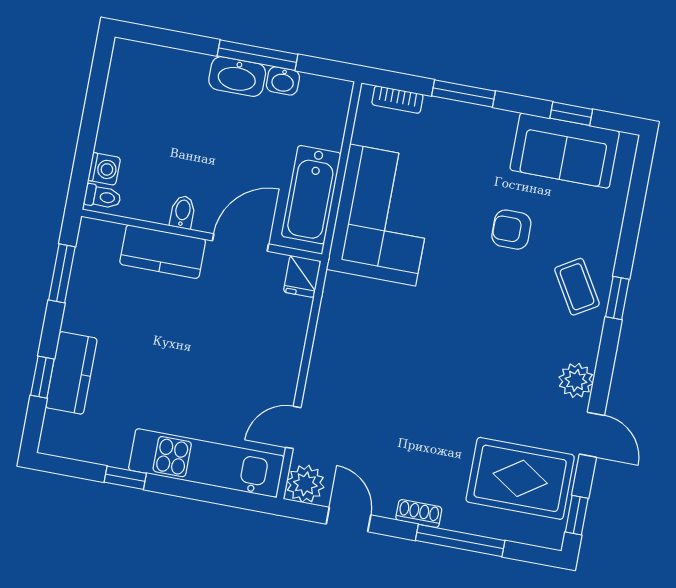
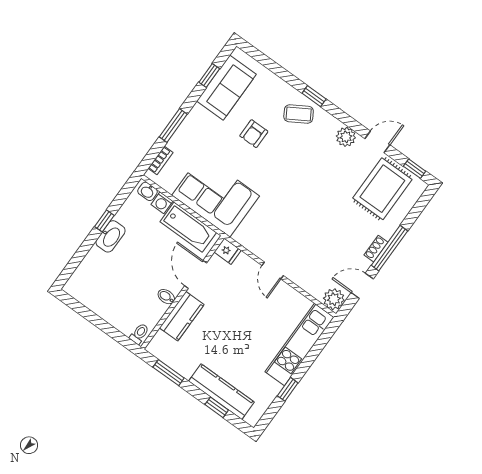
window: (258, 55) -> (104, 221), width x0.46
washbasin: (283, 81) -> (148, 191), moved, turned 90
washing machine: (104, 169) -> (162, 203), moved, turned 180
kitchen counter: (71, 373) -> (221, 392), width x1.50
door: (293, 427) -> (273, 271), moved
window: (460, 540) -> (389, 248), moved

